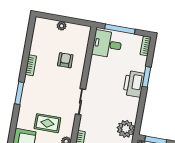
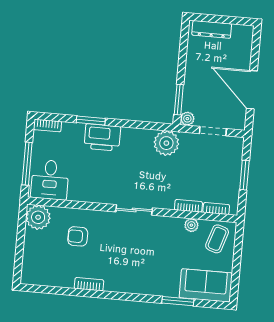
plant: (62, 26) -> (38, 217), moved, width x1.87, depth x1.87
window: (19, 93) -> (178, 301), moved
rug: (47, 123) -> (168, 254), removed

